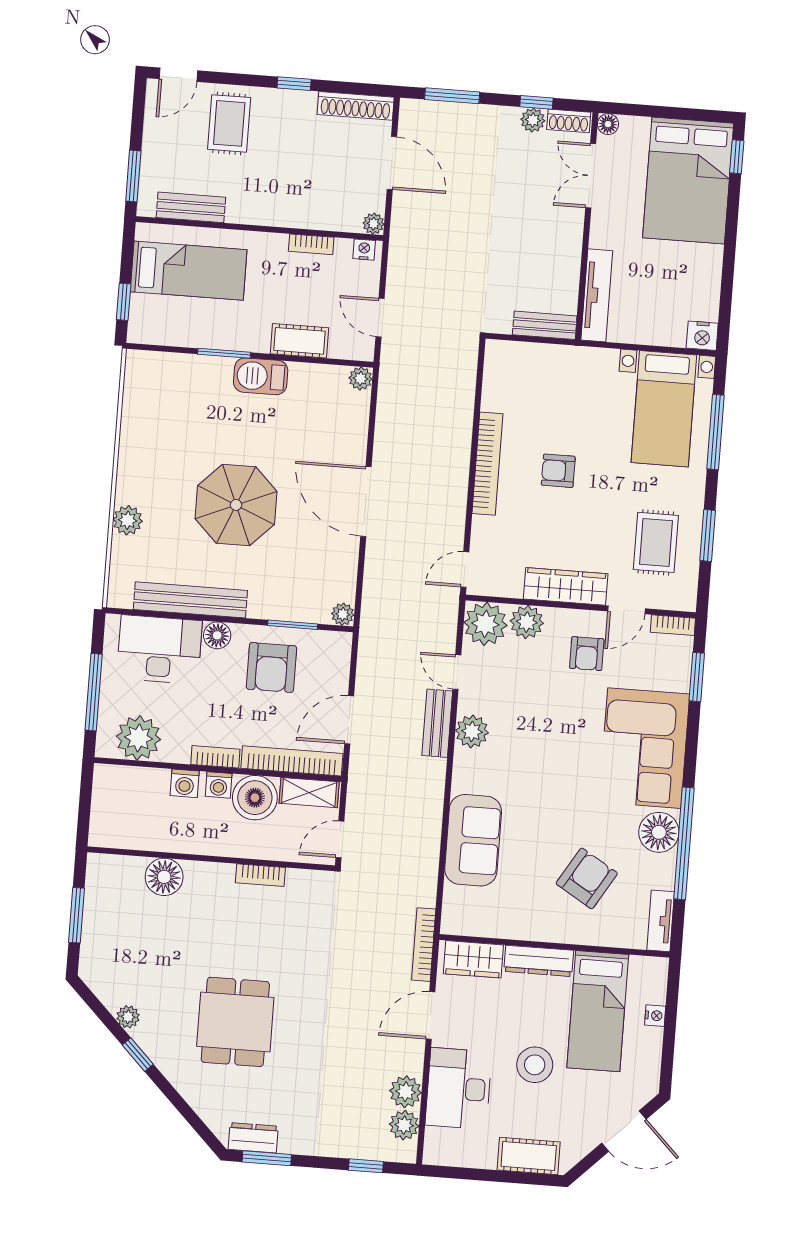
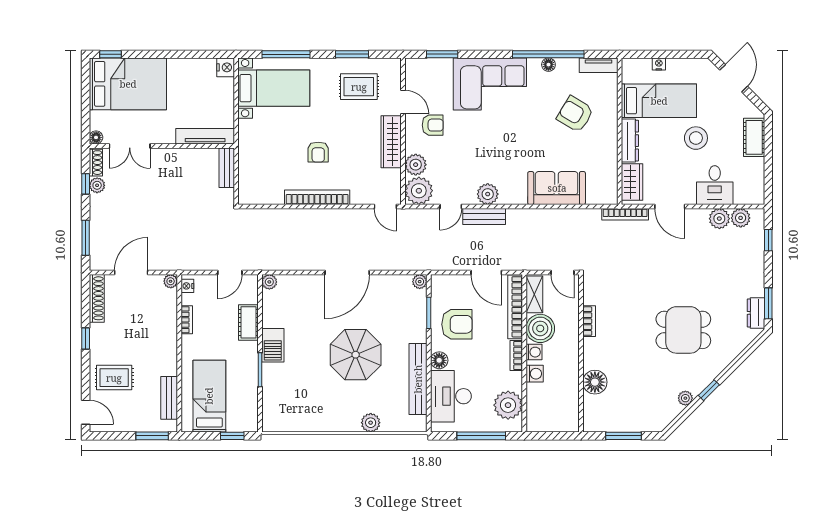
bookcase: (673, 625) -> (411, 72), removed
floor lamp: (659, 832) -> (548, 65), width x0.53, depth x0.53
desk: (459, 1088) -> (715, 185), width x0.73

